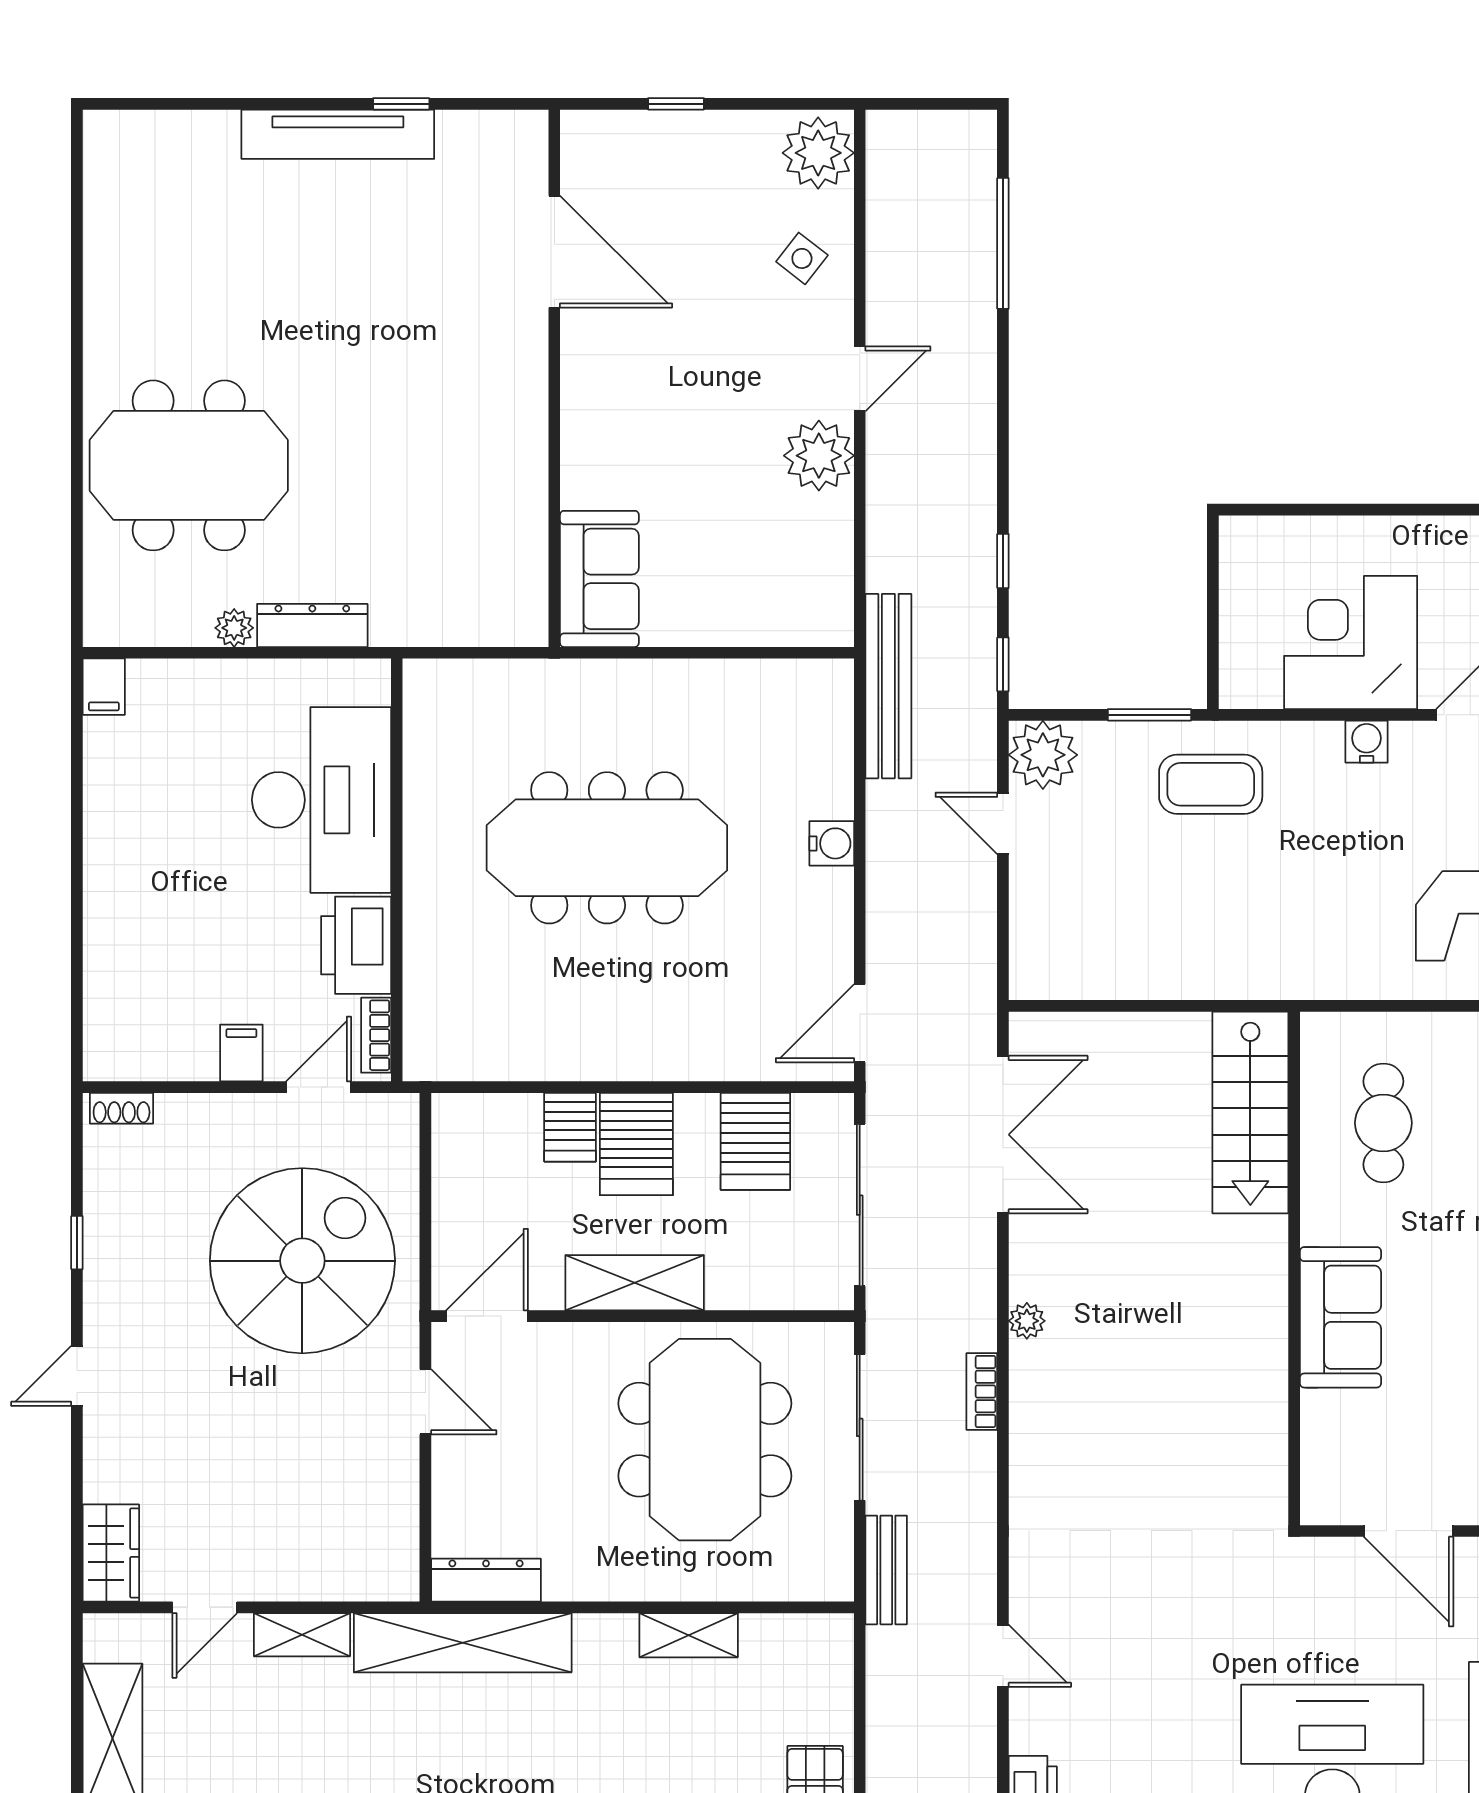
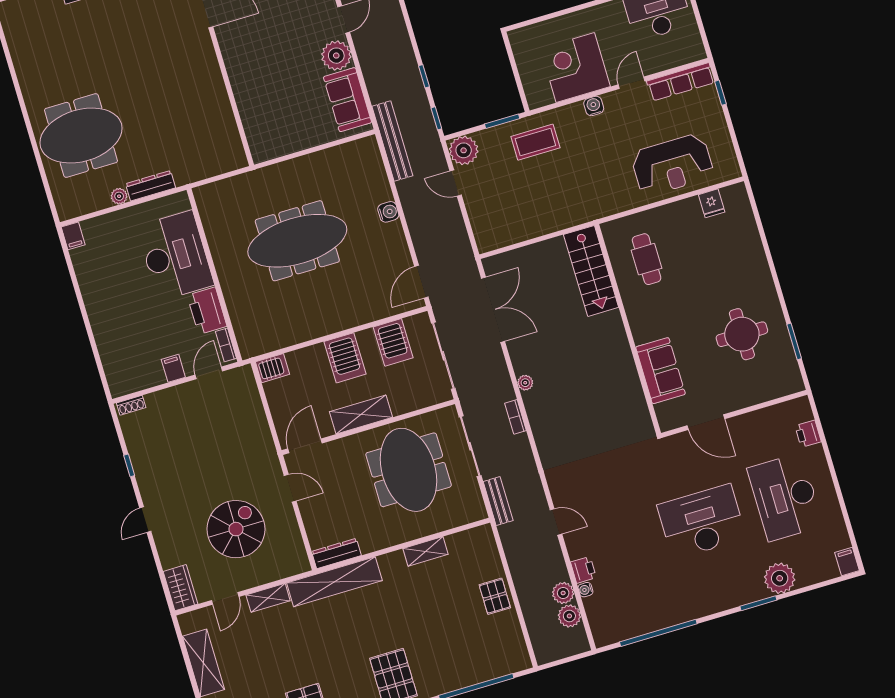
sofa: (599, 579) -> (347, 100), moved, turned 180
server rack: (570, 1127) -> (272, 368), moved, turned -90
spiral stairs: (302, 1261) -> (236, 529), moved, width x0.73, depth x0.73
sofa: (1340, 1317) -> (661, 371), moved

